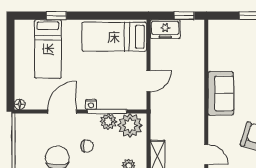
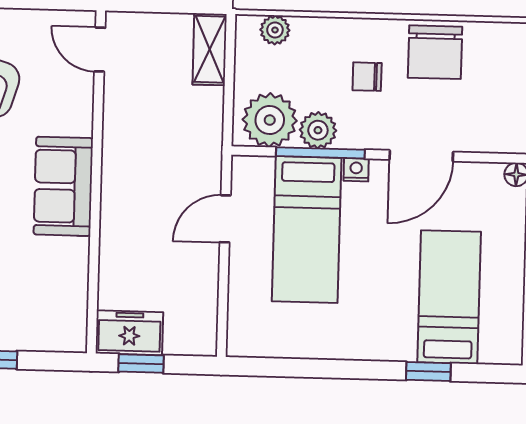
freezer: (165, 29) -> (129, 333), moved
bed: (114, 37) -> (307, 230), moved, turned 90

